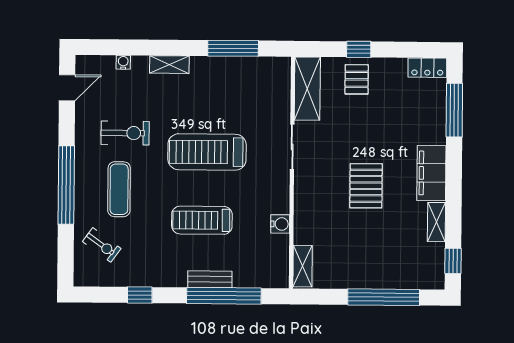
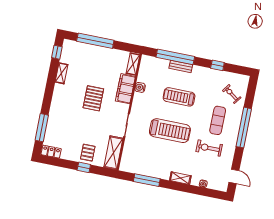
door: (67, 88) -> (234, 176), swing flipped
filing cabinet: (431, 173) -> (125, 89), moved, turned 180
treadmill: (202, 220) -> (179, 97), turned 180

